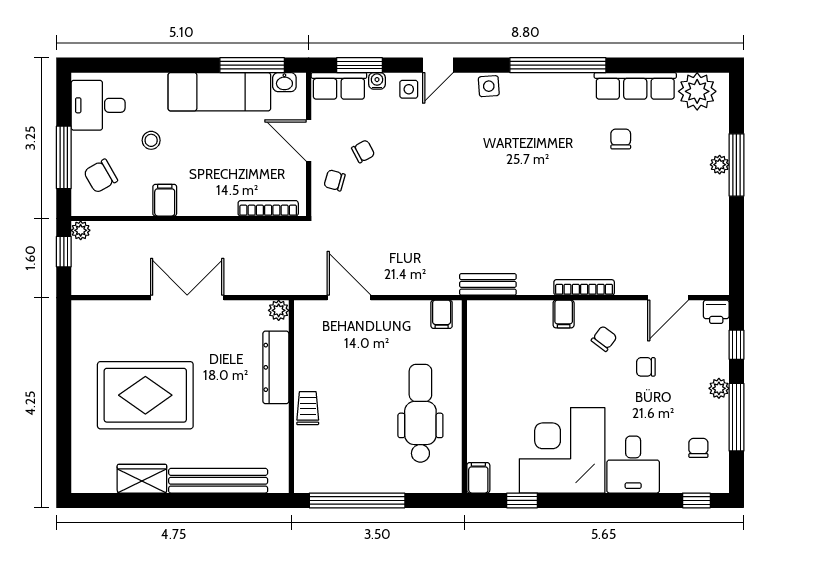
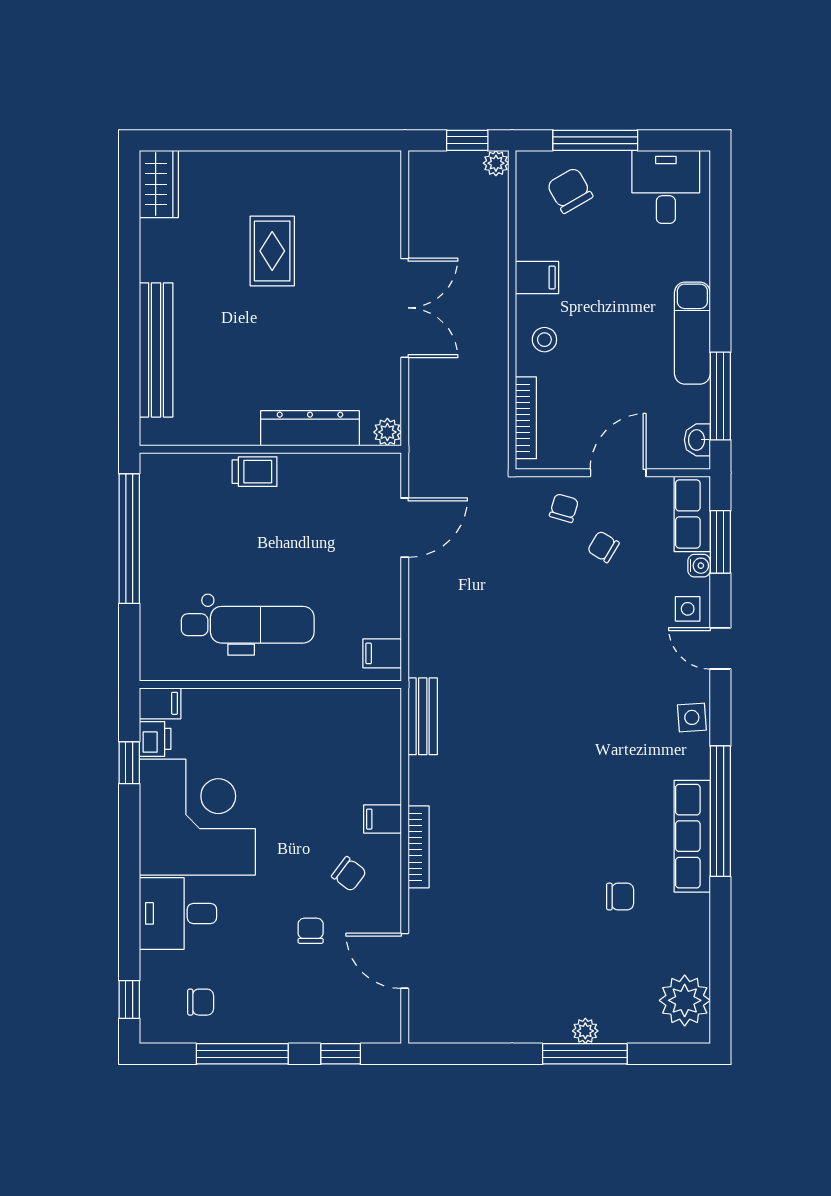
row of seats: (635, 86) -> (692, 836), moved
exam couch: (219, 92) -> (692, 333), width x0.73, depth x0.69
stool: (151, 140) -> (544, 340), moved
chair: (363, 151) -> (603, 547), turned 149
printer: (716, 312) -> (155, 739), moved, turned 180
plant: (719, 388) -> (281, 1030), removed
rug: (145, 395) -> (272, 251), width x0.54, depth x0.49
wardrobe: (142, 479) -> (159, 184), moved

